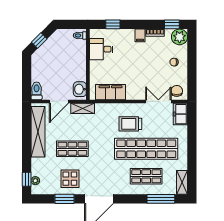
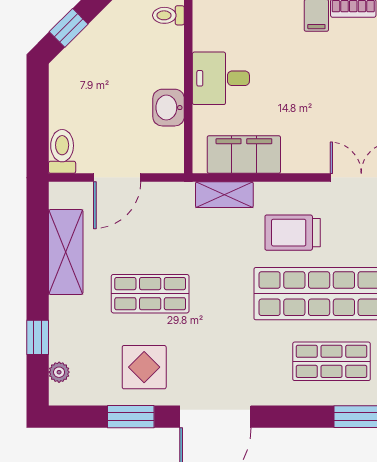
desk: (101, 49) -> (221, 78), moved
washbasin: (80, 89) -> (169, 108), moved
shelving: (83, 108) -> (224, 195), moved
shelving: (38, 132) -> (66, 252), width x0.68
window: (27, 179) -> (38, 337), moved

